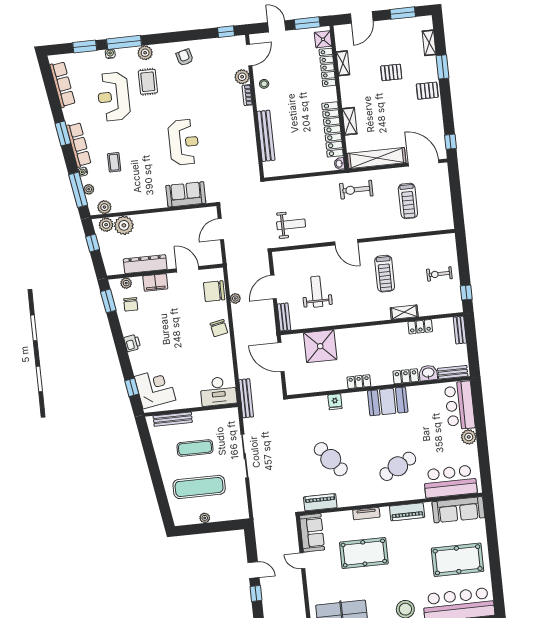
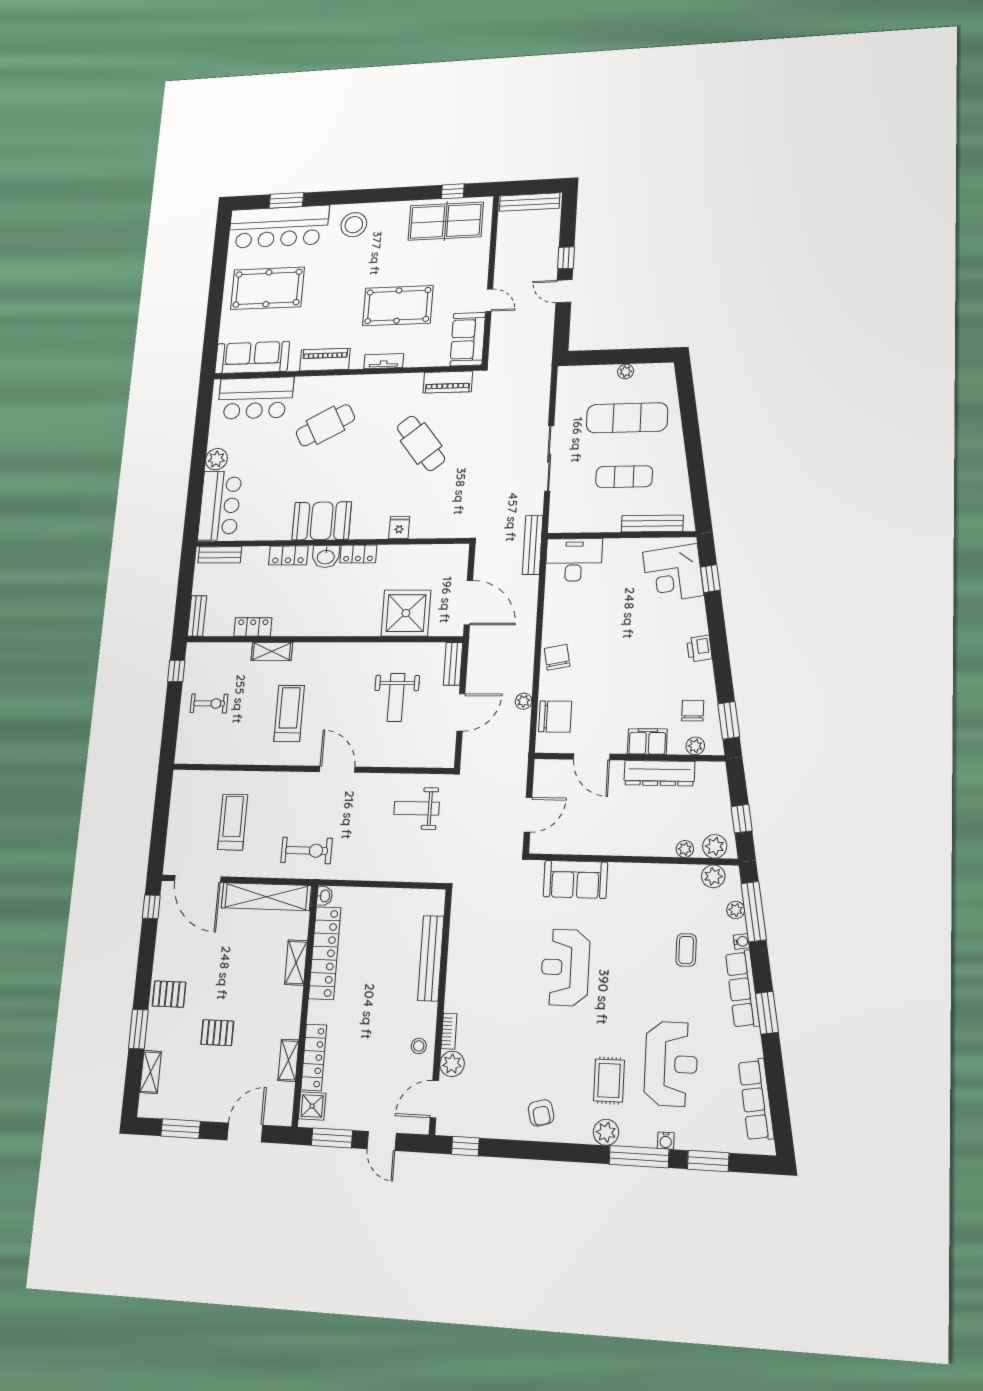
plant: (124, 225) -> (685, 849), width x0.53, depth x0.53
washbasin: (428, 373) -> (326, 556), moved

